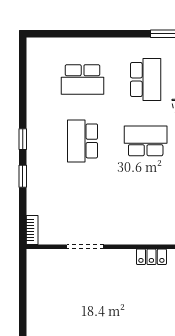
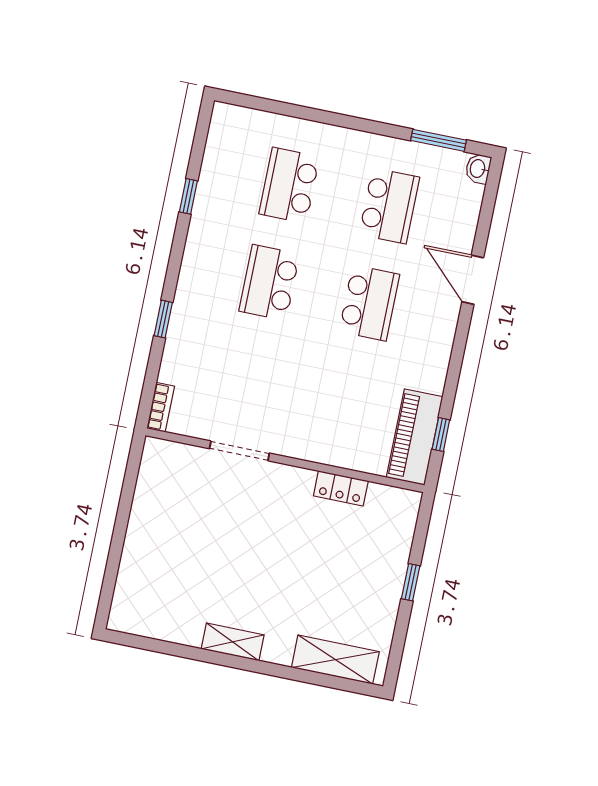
school desk: (83, 80) -> (289, 185), turned 90
window: (23, 139) -> (188, 196), moved
school desk: (146, 141) -> (369, 303), turned 90

